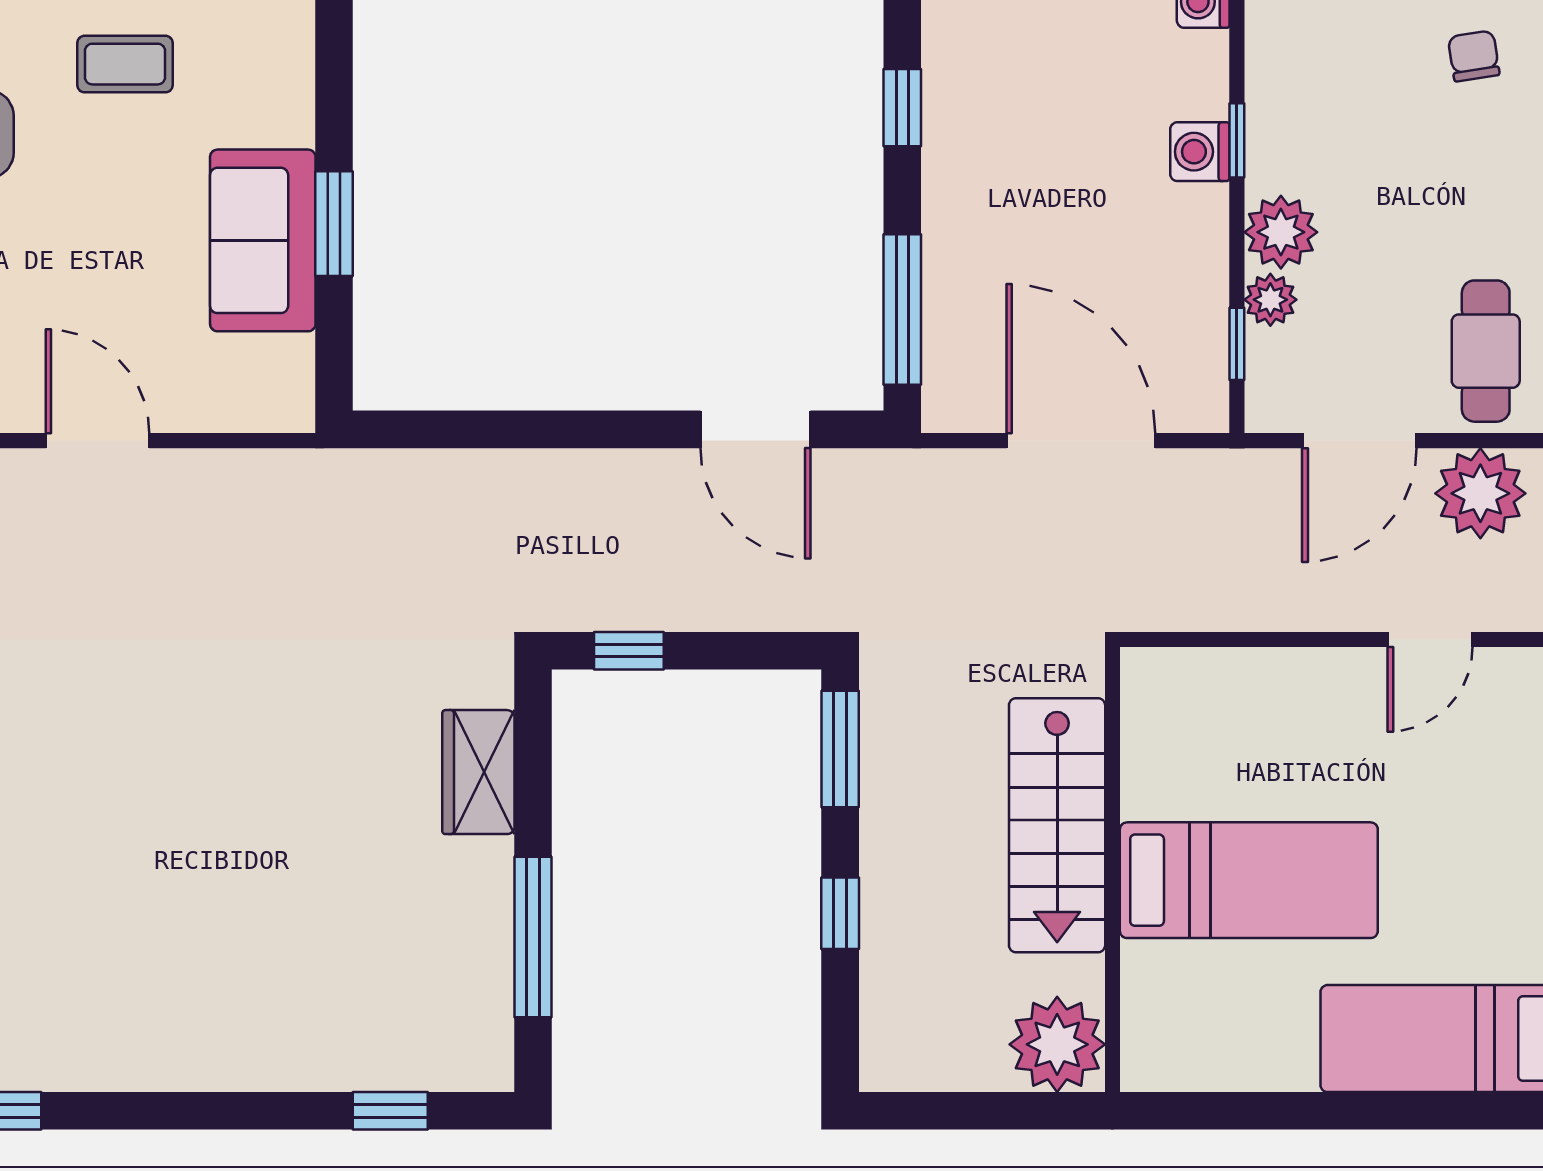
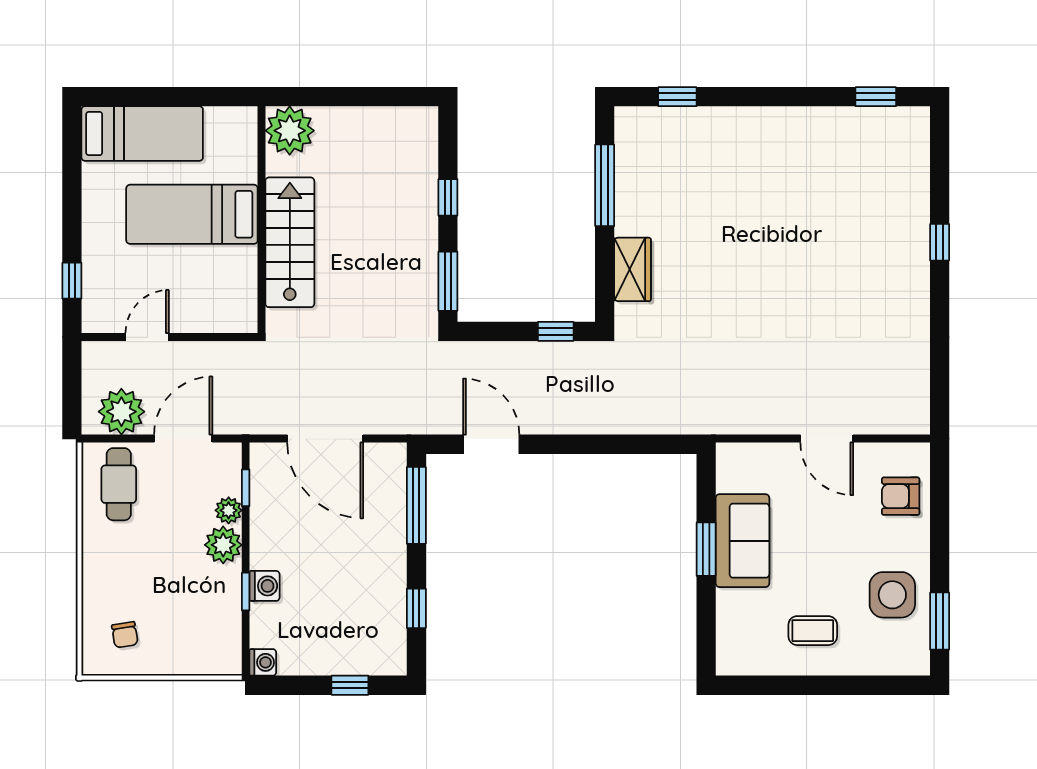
stairs: (1057, 825) -> (290, 242), moved
wall: (1112, 870) -> (262, 220), moved
bed: (1249, 880) -> (192, 214), moved
plant: (1057, 1044) -> (290, 131), moved

